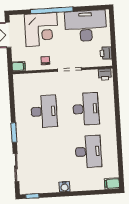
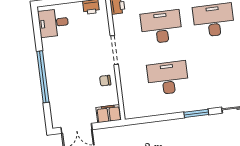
desk: (86, 26) -> (53, 23), width x0.53, depth x0.77
corner desk: (41, 29) -> (67, 88), removed
filing cabinet: (19, 66) -> (109, 114), width x2.00

